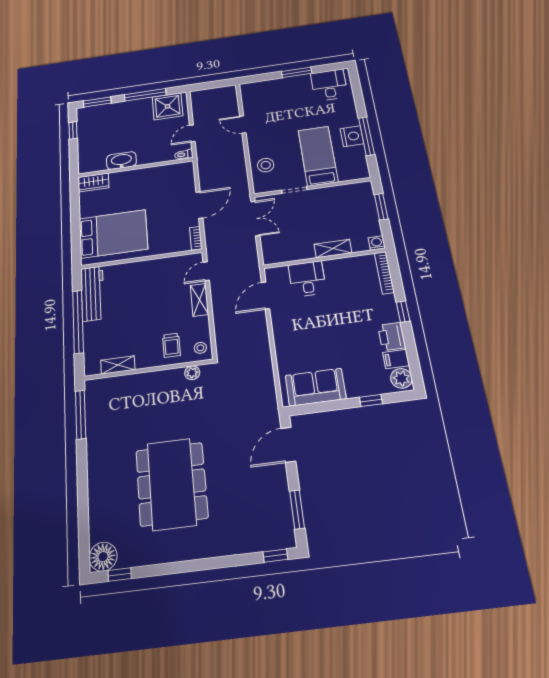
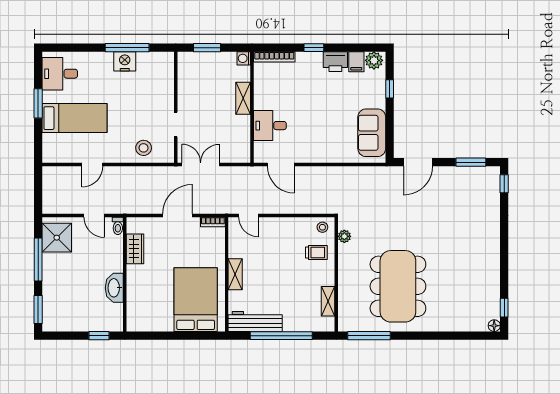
window: (73, 130) -> (99, 336), moved
bed: (318, 156) -> (75, 118), moved, turned 180
wardrobe: (93, 182) -> (135, 249), moved
door: (199, 205) -> (178, 215), hinge flipped
shelving: (199, 300) -> (235, 274), moved, turned 90
door: (288, 445) -> (418, 162), hinge flipped
dining table: (172, 484) -> (398, 286), moved, turned 90
floor lamp: (103, 557) -> (494, 326), width x0.53, depth x0.53

